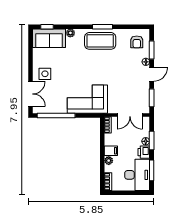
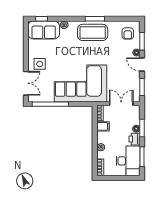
door: (152, 74) -> (142, 64), swing flipped
corner sofa: (87, 99) -> (80, 83), width x1.36, depth x1.36
double door: (130, 115) -> (121, 104), swing flipped
filing cabinet: (111, 151) -> (103, 126), moved

